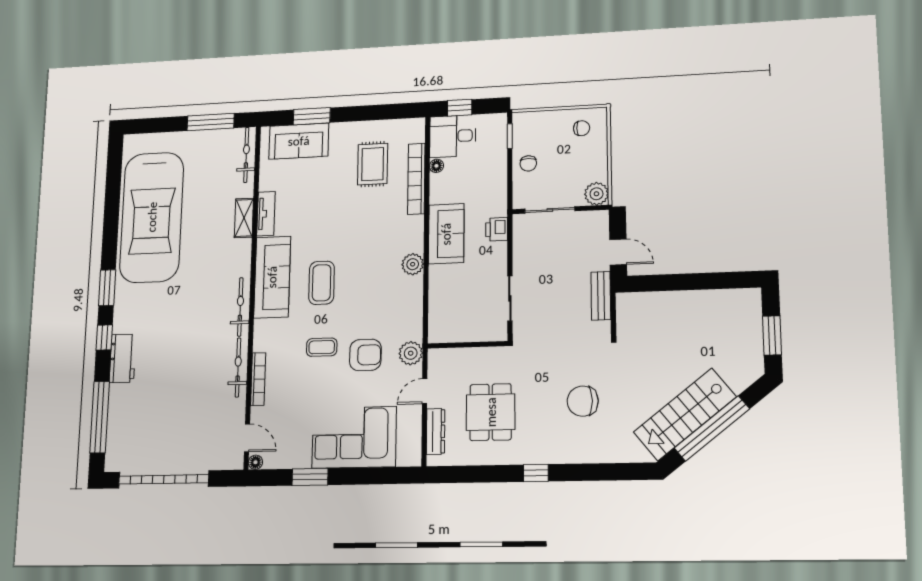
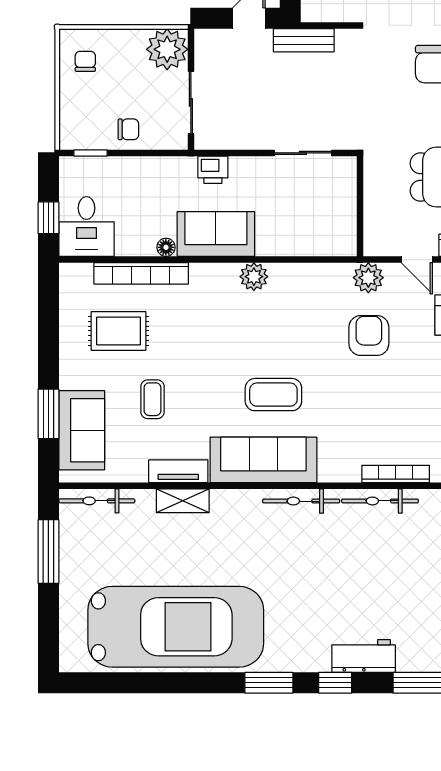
floor lamp: (436, 166) -> (166, 247), moved
plant: (596, 194) -> (167, 49), width x1.36, depth x1.36
coffee table: (322, 347) -> (153, 399), moved

